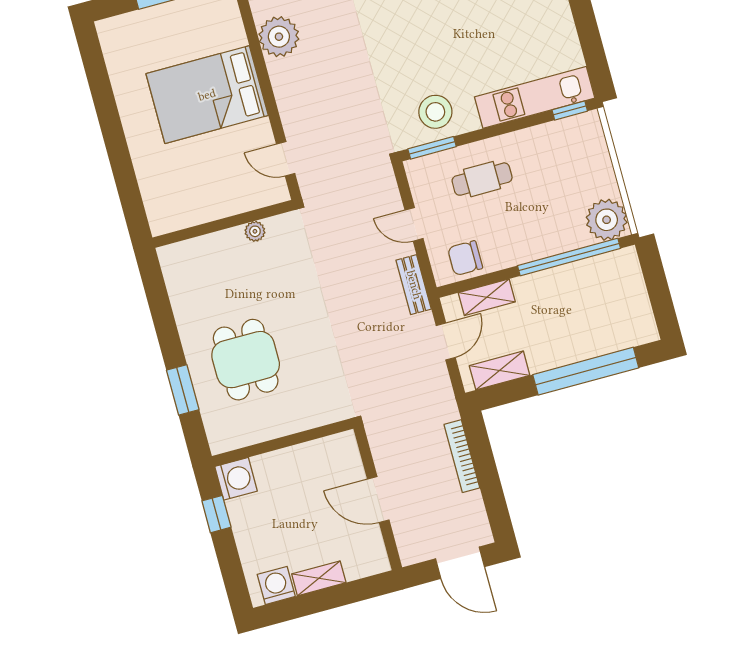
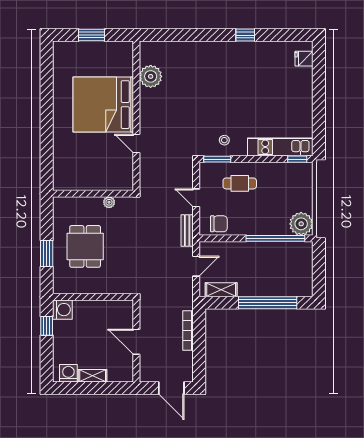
bed: (207, 95) -> (103, 105), width x1.36
stool: (435, 112) -> (224, 140), width x0.53, depth x0.53
wall: (223, 224) -> (93, 194), moved
plant: (255, 231) -> (109, 202), moved
chair: (465, 258) -> (219, 224), turned 180
shelving: (487, 297) -> (225, 248), removed

